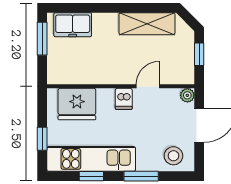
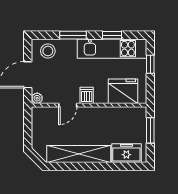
shelving: (147, 24) -> (79, 154), width x1.47
window: (42, 39) -> (150, 130), moved
window: (199, 54) -> (28, 130), removed

